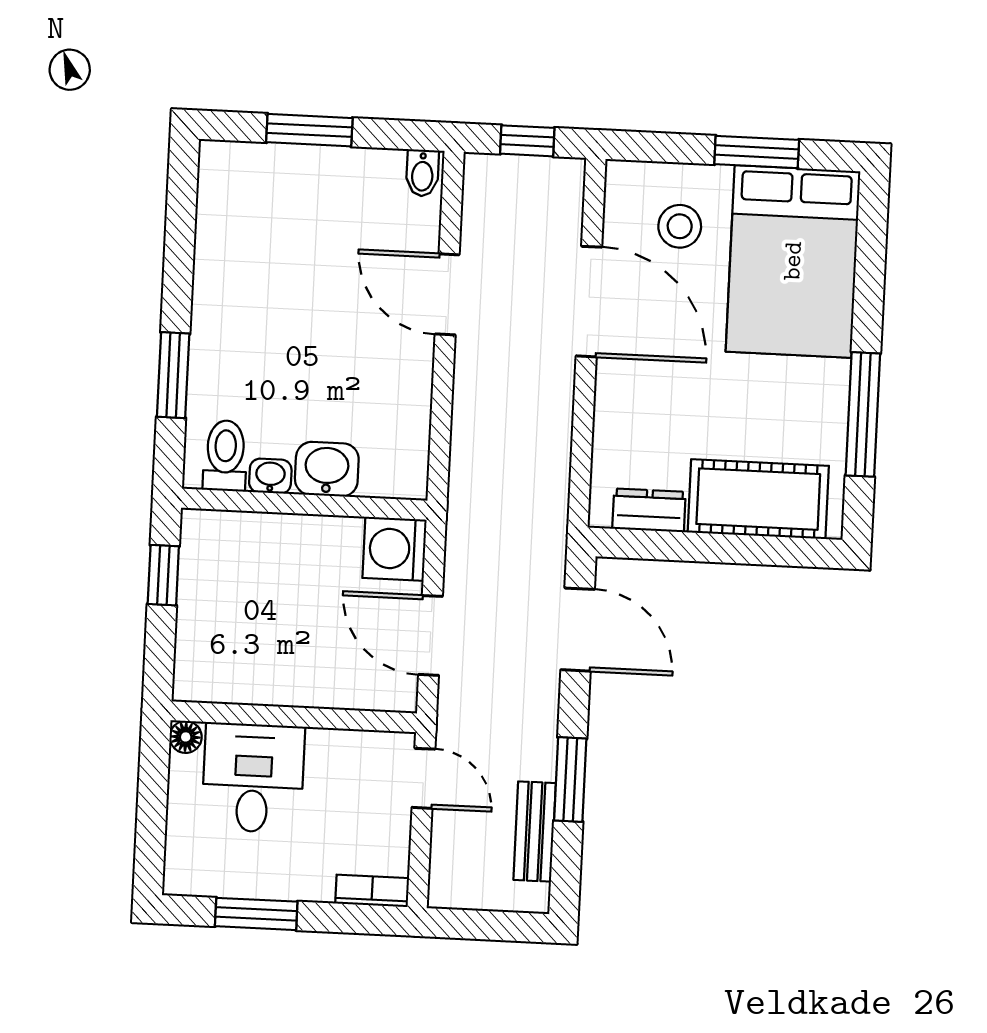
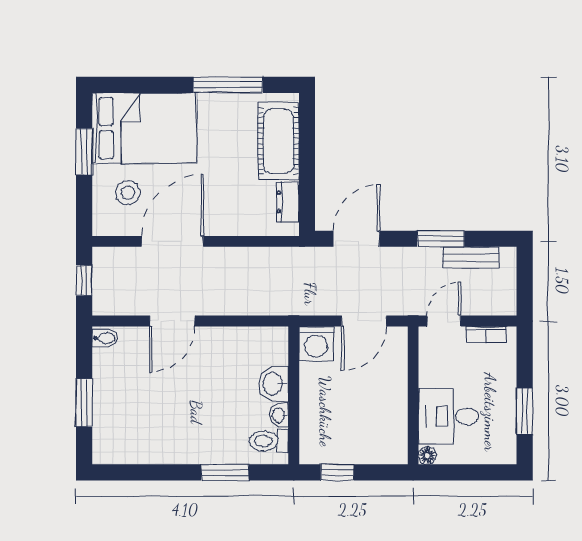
bookcase: (372, 891) -> (486, 335), moved, turned -90

